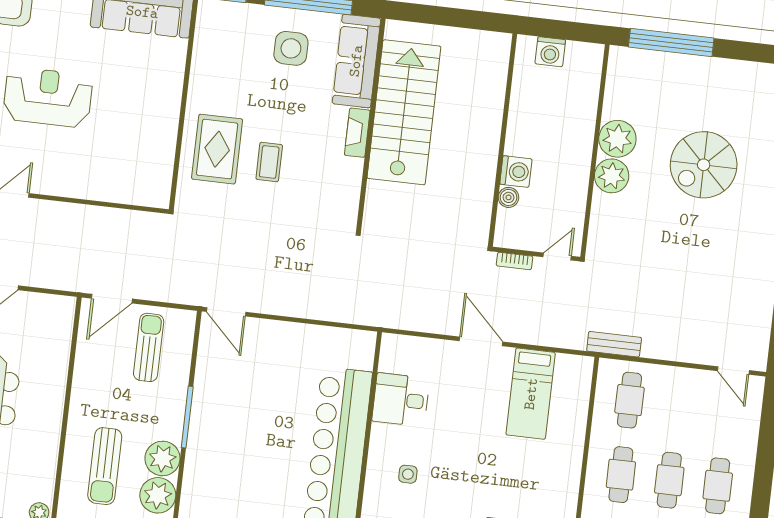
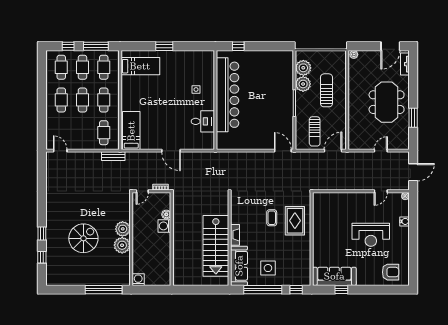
washing machine: (550, 52) -> (138, 280), moved
bed: (531, 394) -> (131, 131), moved
sun lounger: (105, 466) -> (326, 90), moved

